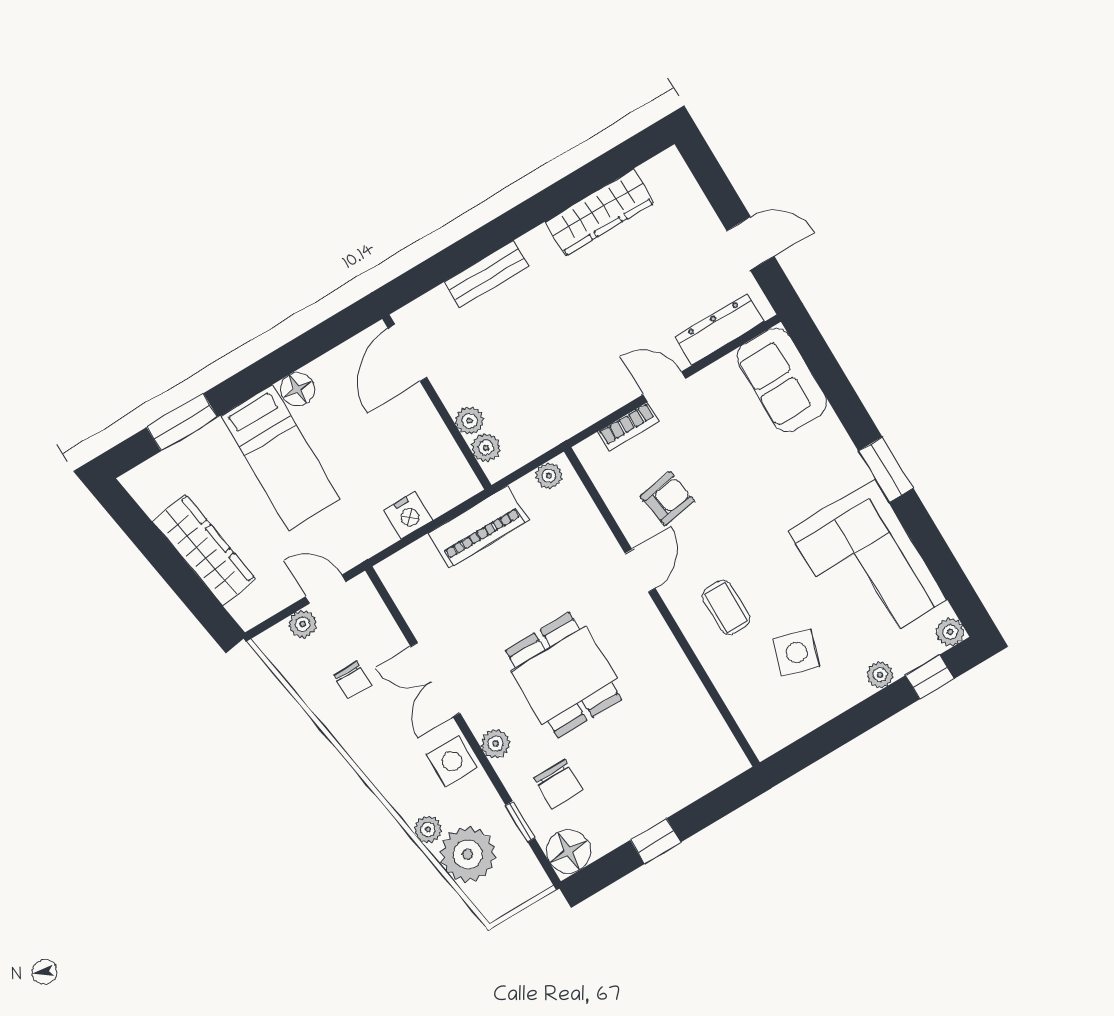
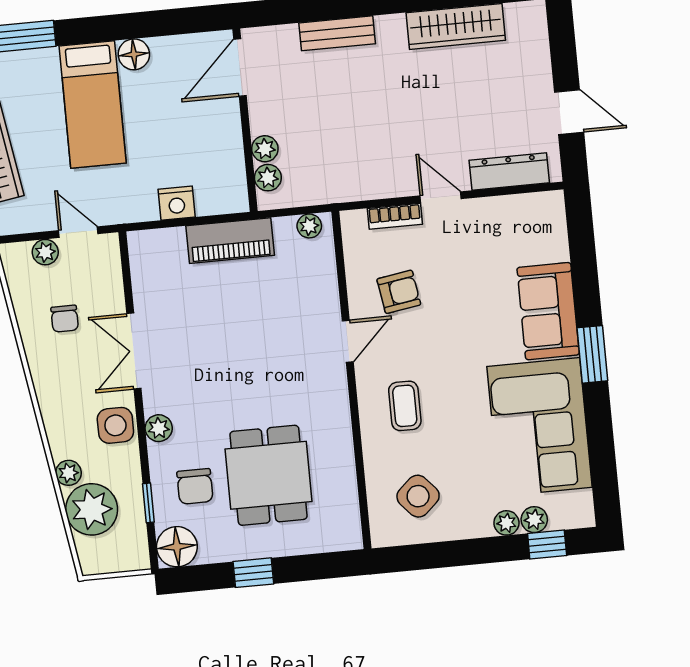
sofa: (782, 380) -> (548, 311), moved
plant: (950, 632) -> (534, 520), moved
side table: (796, 653) -> (418, 496), moved, turned 31
dining table: (564, 675) -> (269, 475), moved

